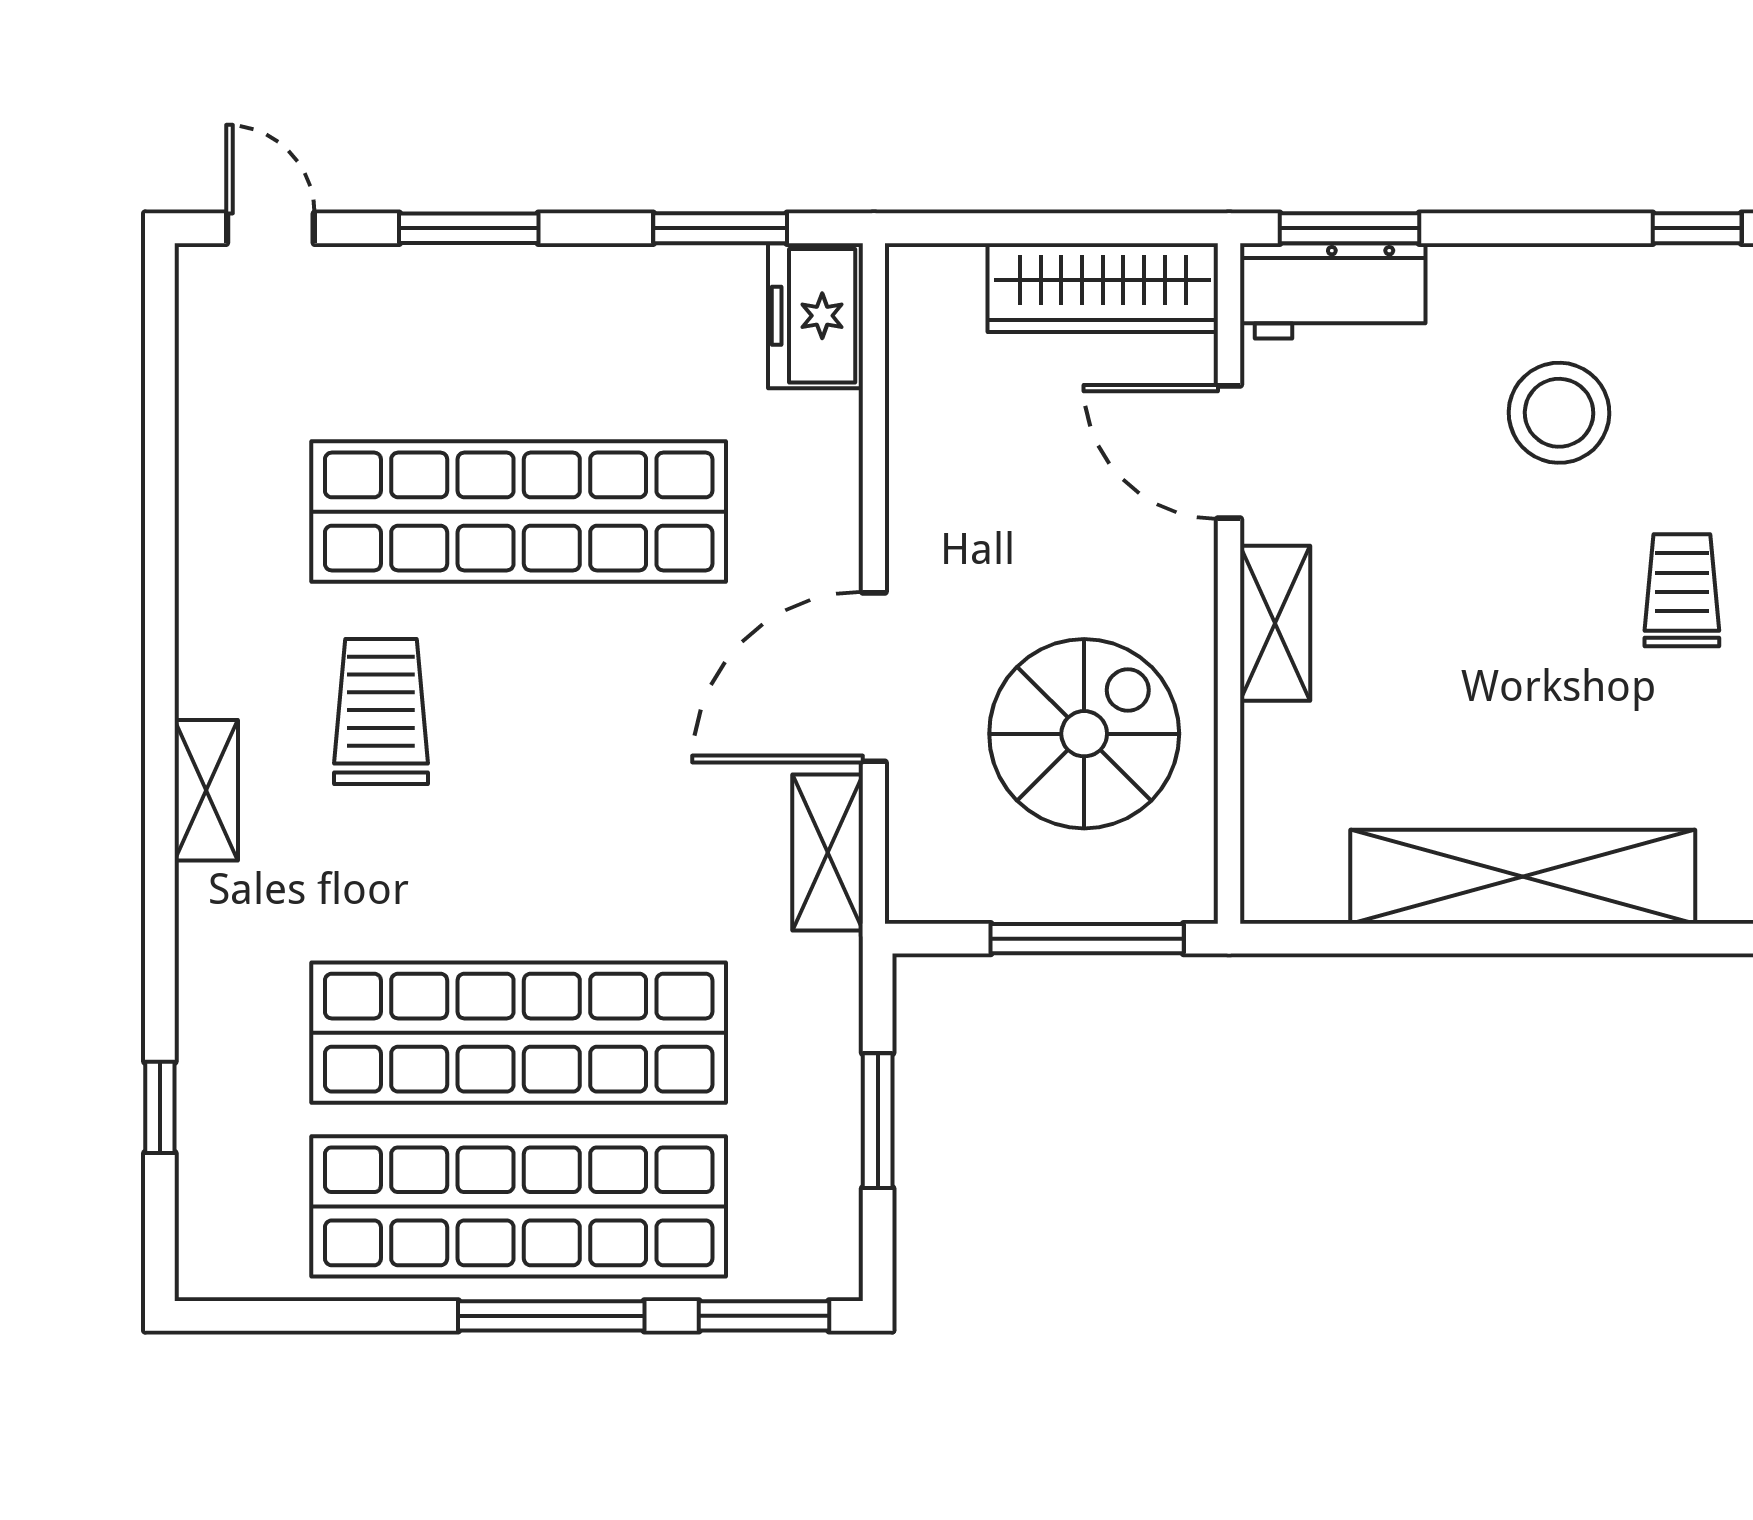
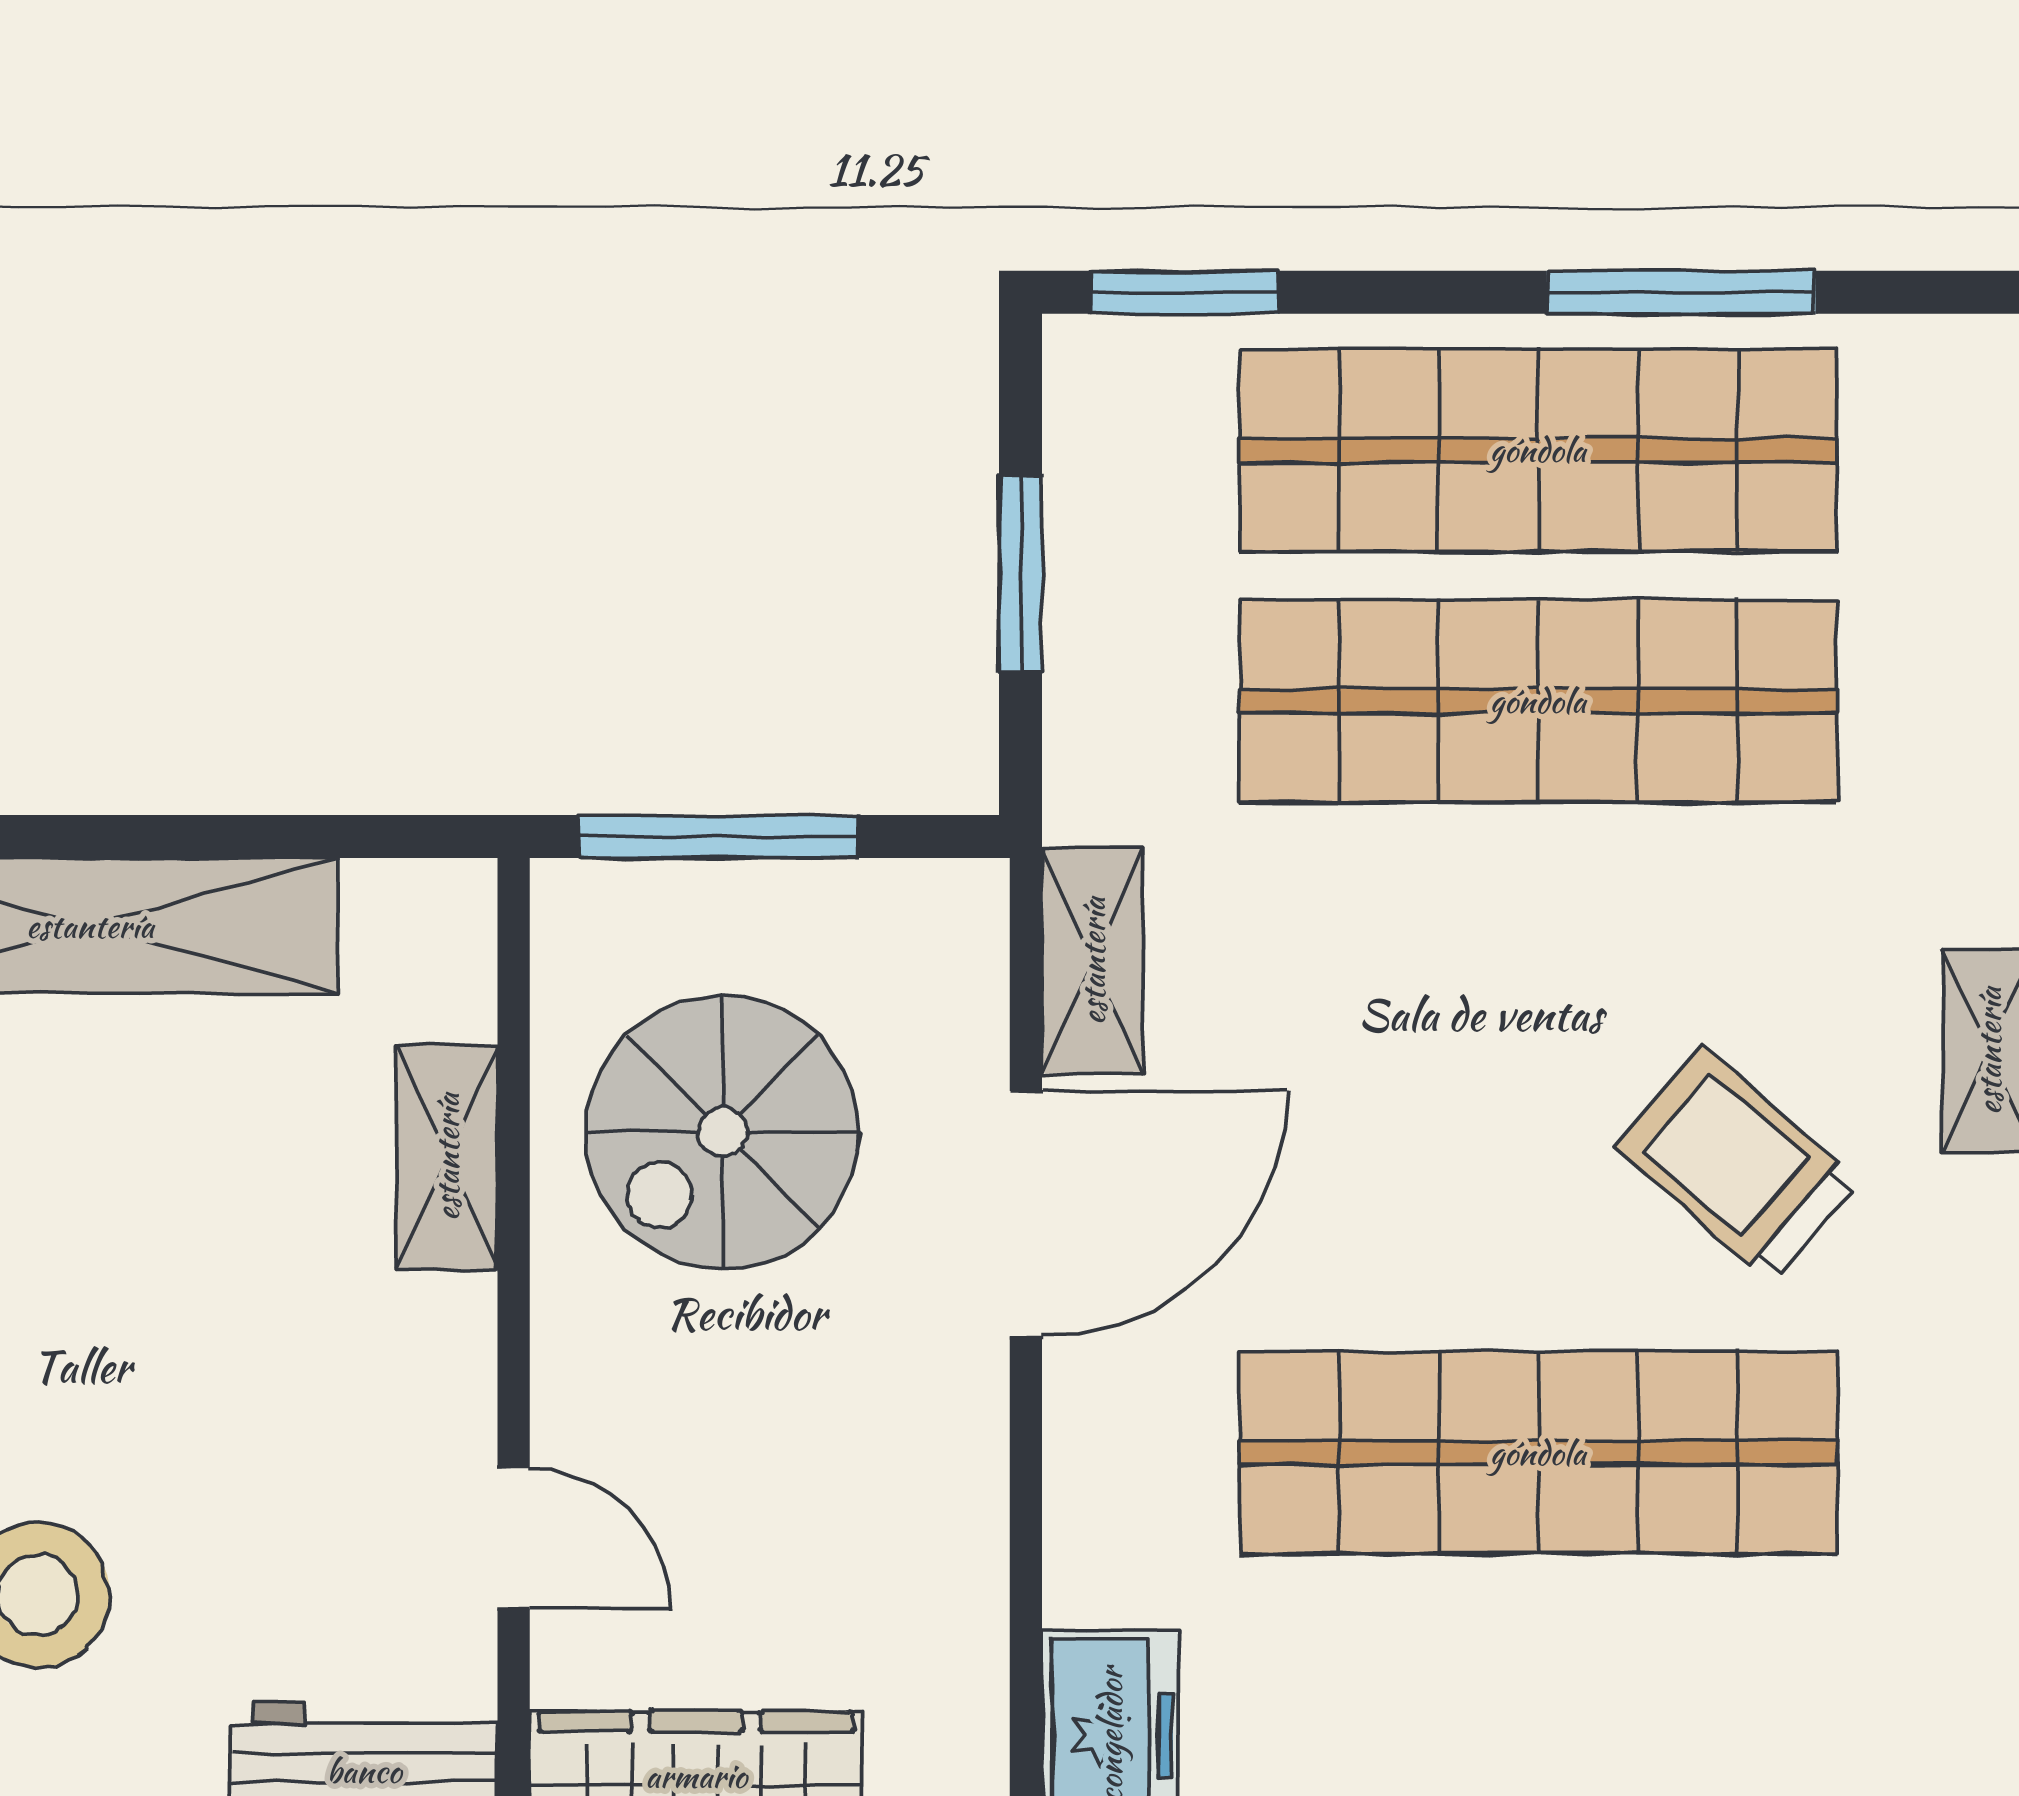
door: (1229, 452) -> (514, 1538), width x0.73
shelving: (1275, 623) -> (447, 1157), moved
trolley: (381, 711) -> (1737, 1164), turned 131
window: (551, 1316) -> (1681, 292), moved

